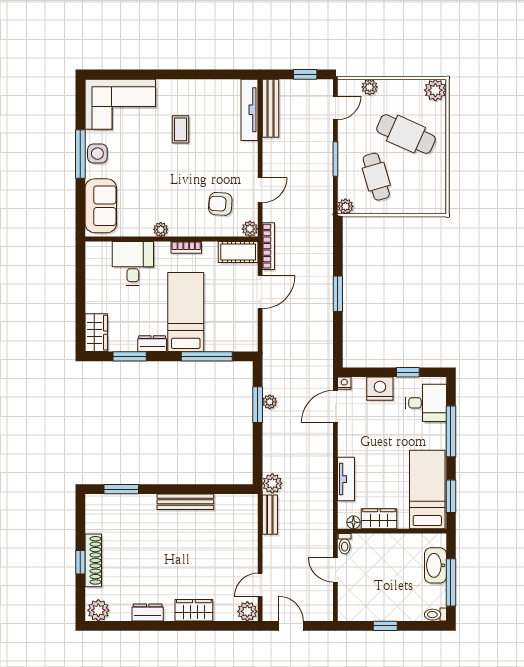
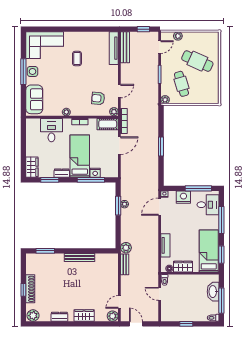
plant: (435, 90) -> (213, 38), removed
nightstand: (215, 343) -> (95, 173), added
window: (408, 372) -> (198, 188), width x2.17

